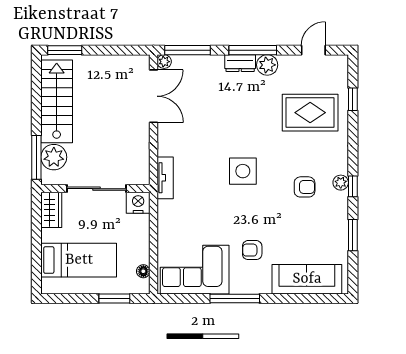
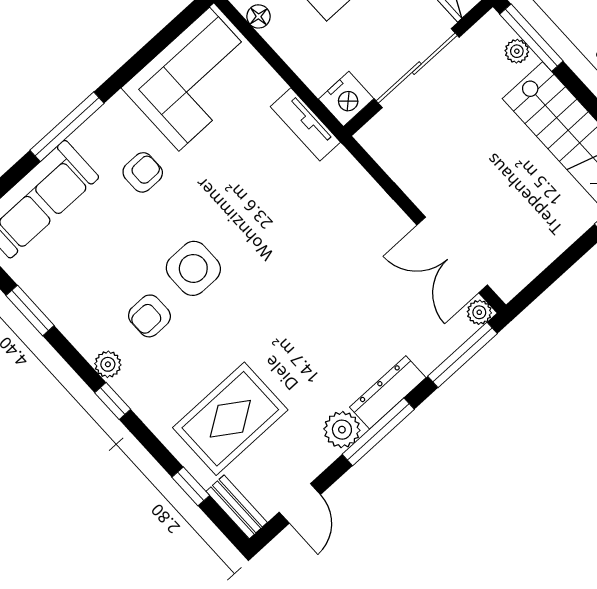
dresser: (240, 63) -> (388, 392), width x1.44
bench: (341, 73) -> (237, 507), added
plant: (54, 157) -> (517, 51), width x0.53, depth x0.53
side table: (243, 171) -> (193, 268), moved
tv unit: (165, 178) -> (305, 124), moved
window: (353, 186) -> (113, 401), moved
window: (235, 298) -> (67, 127), moved

